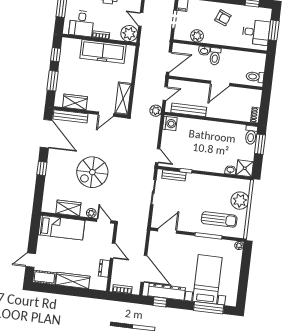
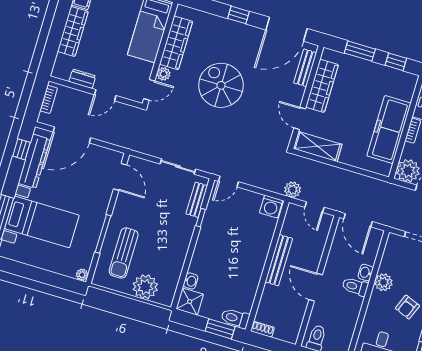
plant: (197, 36) -> (383, 282), moved
wardrobe: (75, 102) -> (322, 86), width x1.50
bench: (189, 110) -> (279, 260), moved
bench: (70, 116) -> (305, 68), width x0.73
wardrobe: (68, 208) -> (176, 43), width x1.50

